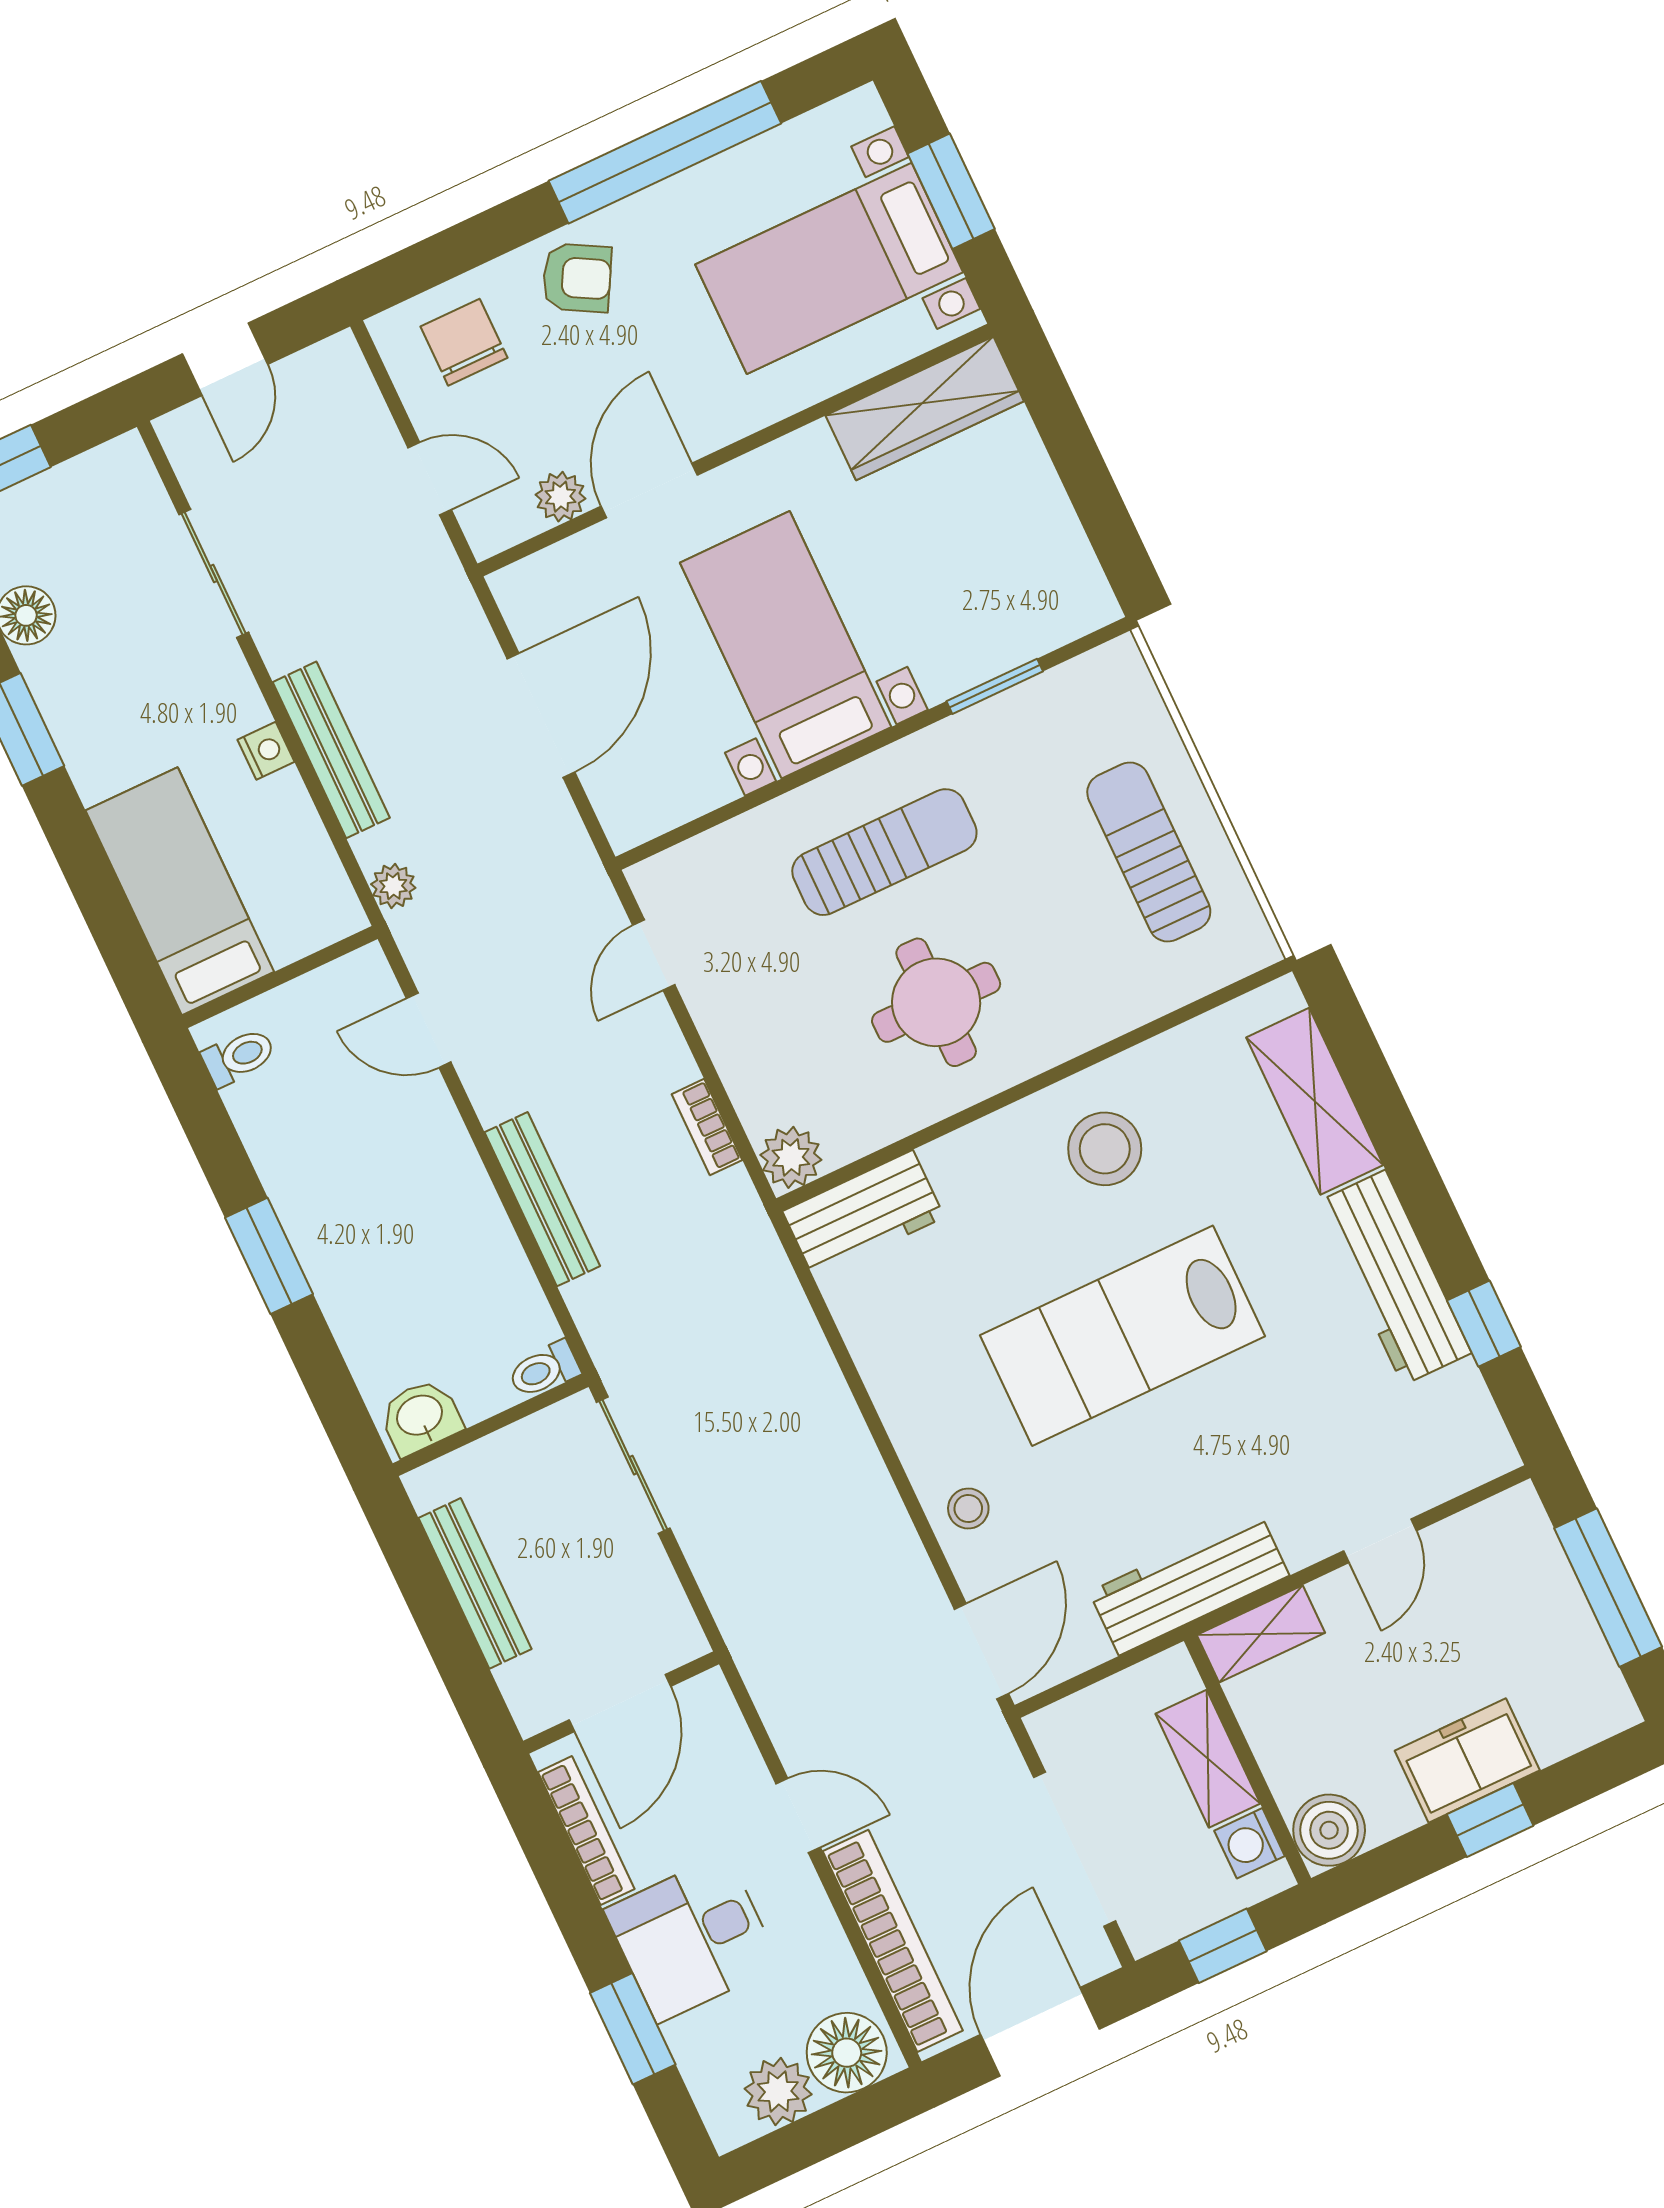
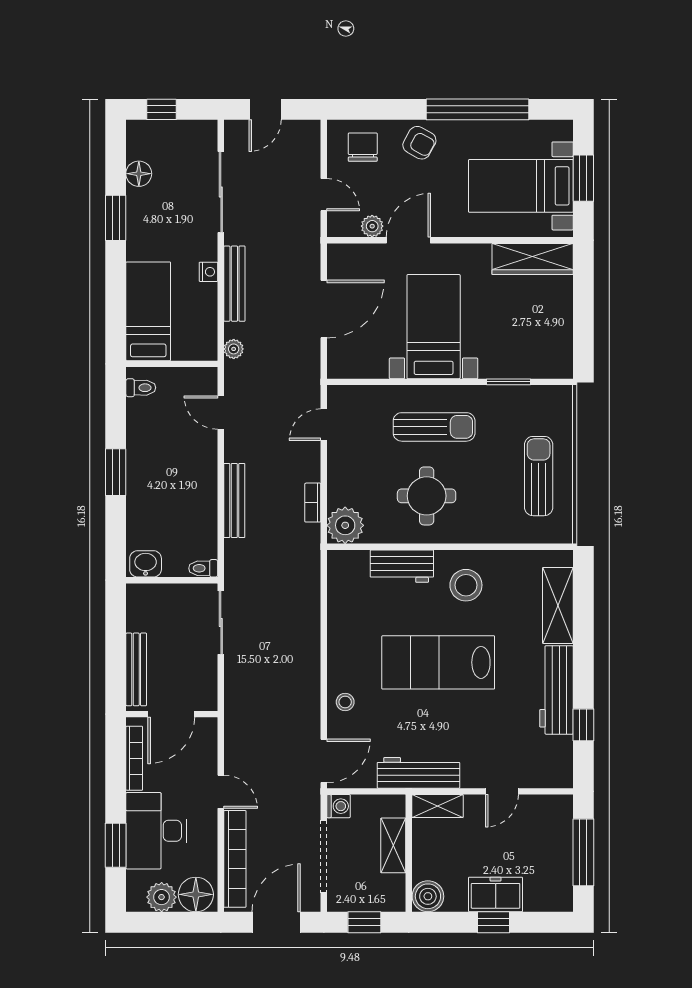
sliding door: (214, 573) -> (221, 192), width x1.37
plant: (791, 1157) -> (345, 525), width x1.36, depth x1.36
workbench: (863, 1214) -> (402, 566), moved
bench: (475, 1583) -> (136, 669), moved
washing machine: (1250, 1843) -> (338, 806), moved, turned 180
desk: (692, 1938) -> (156, 831), width x1.37

